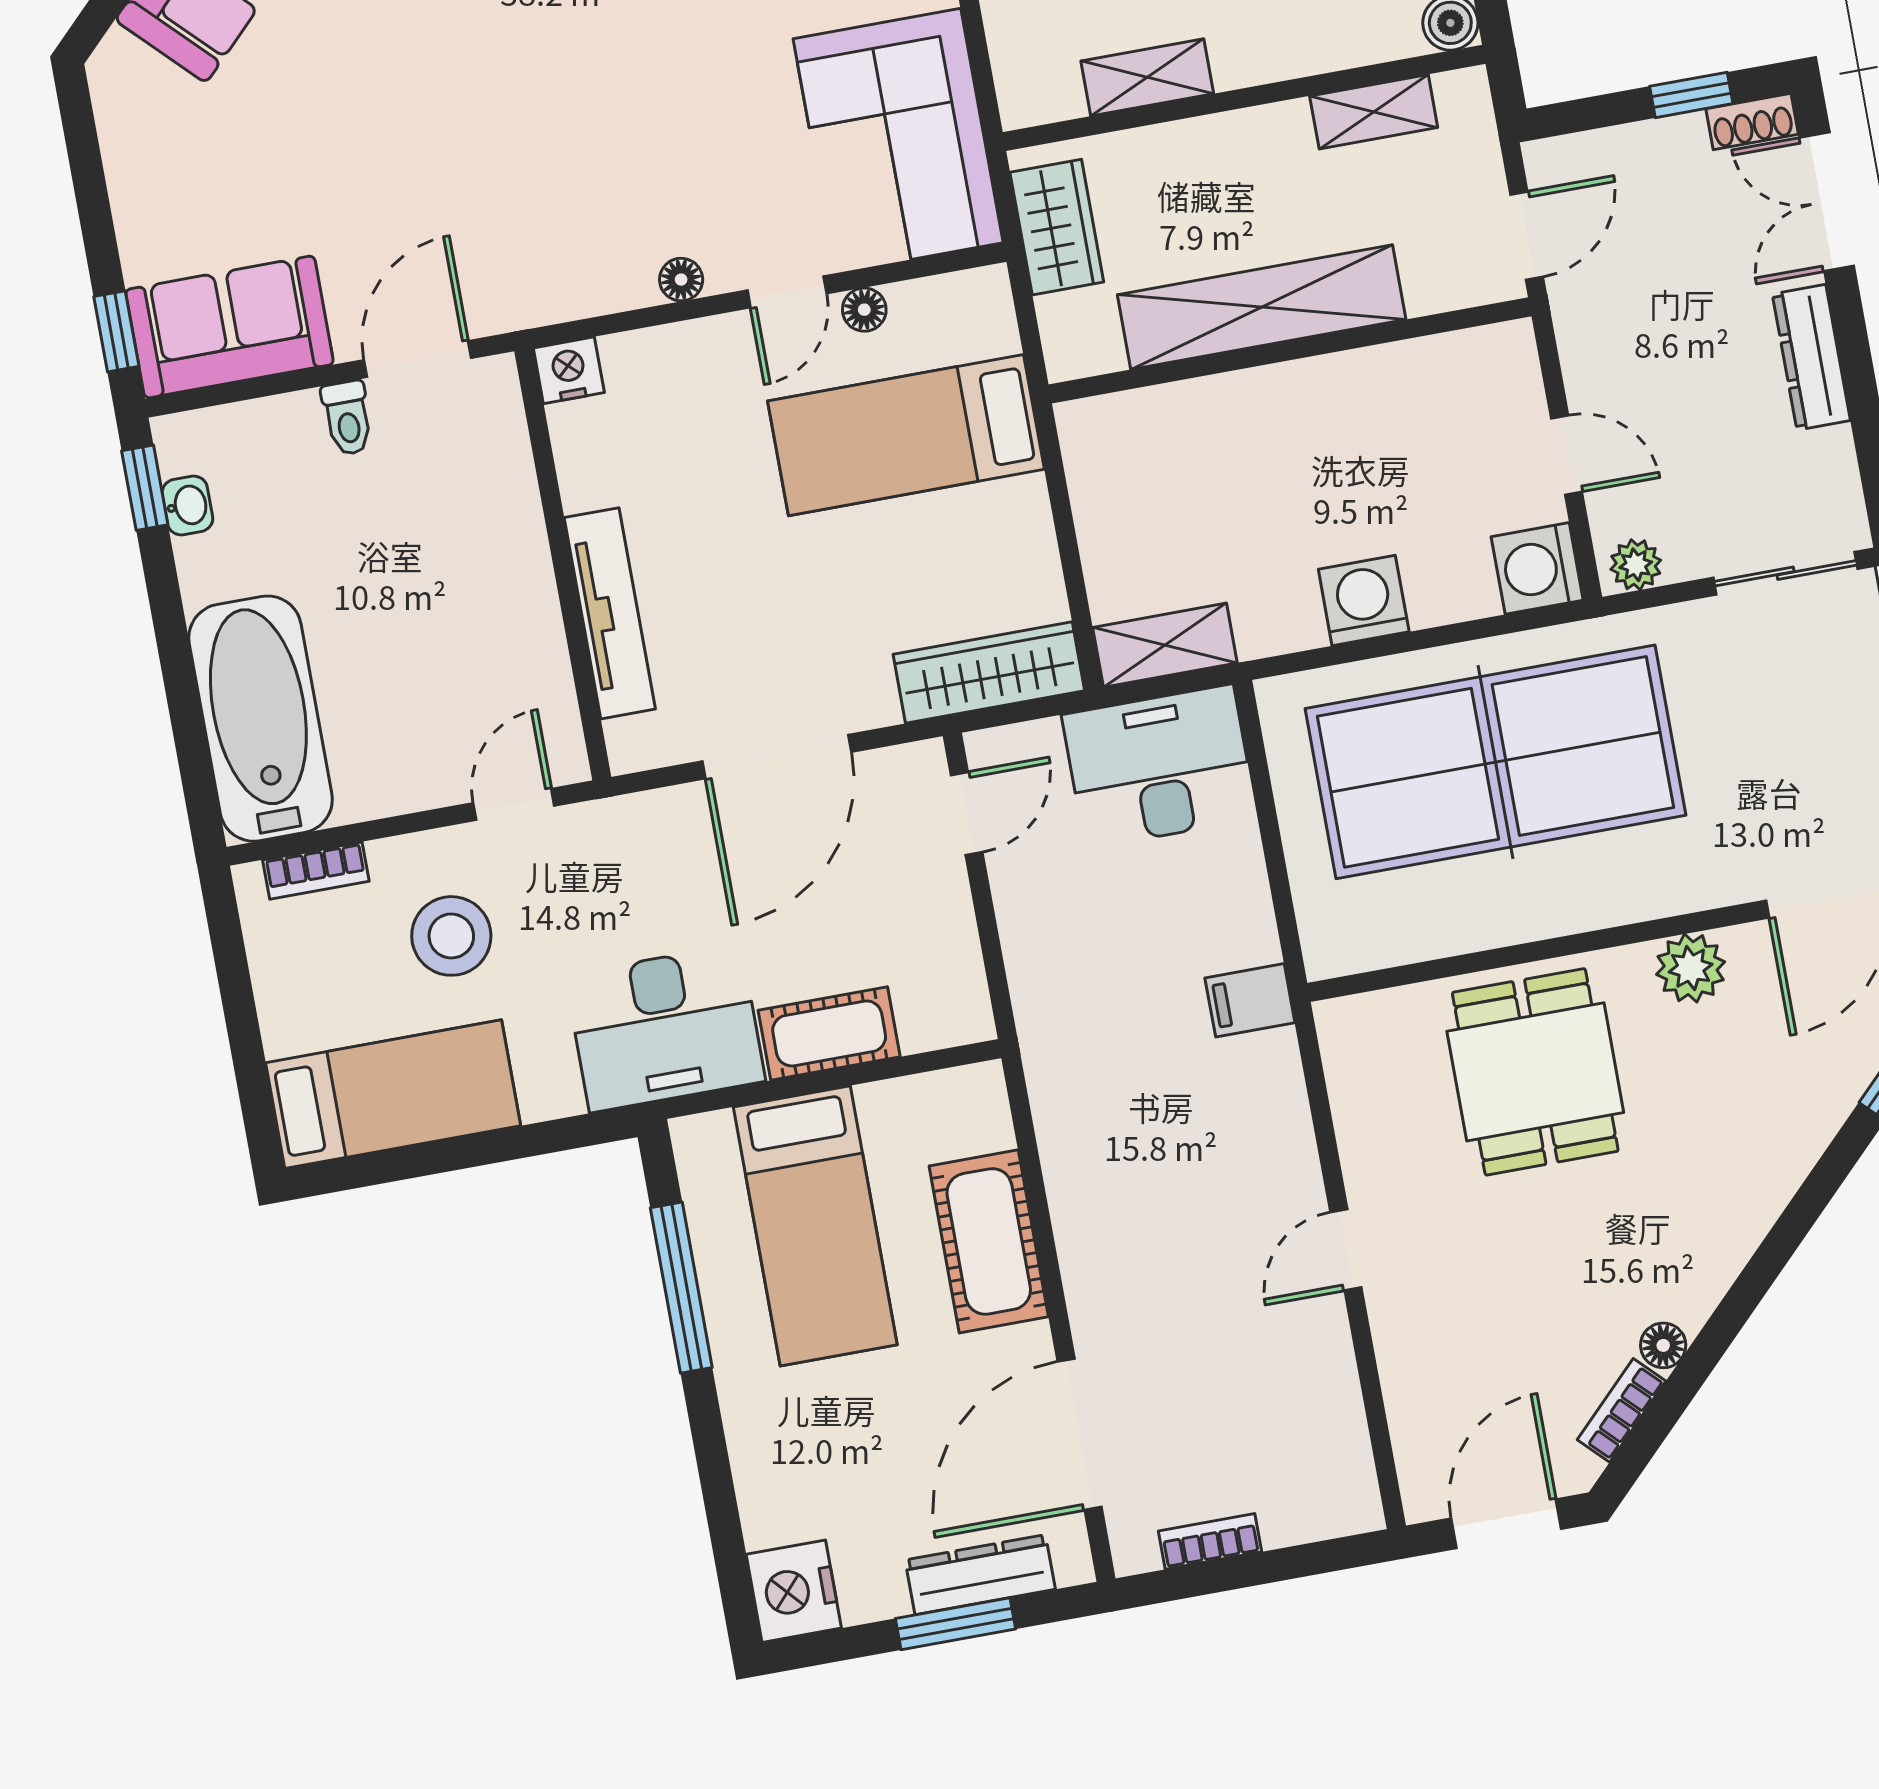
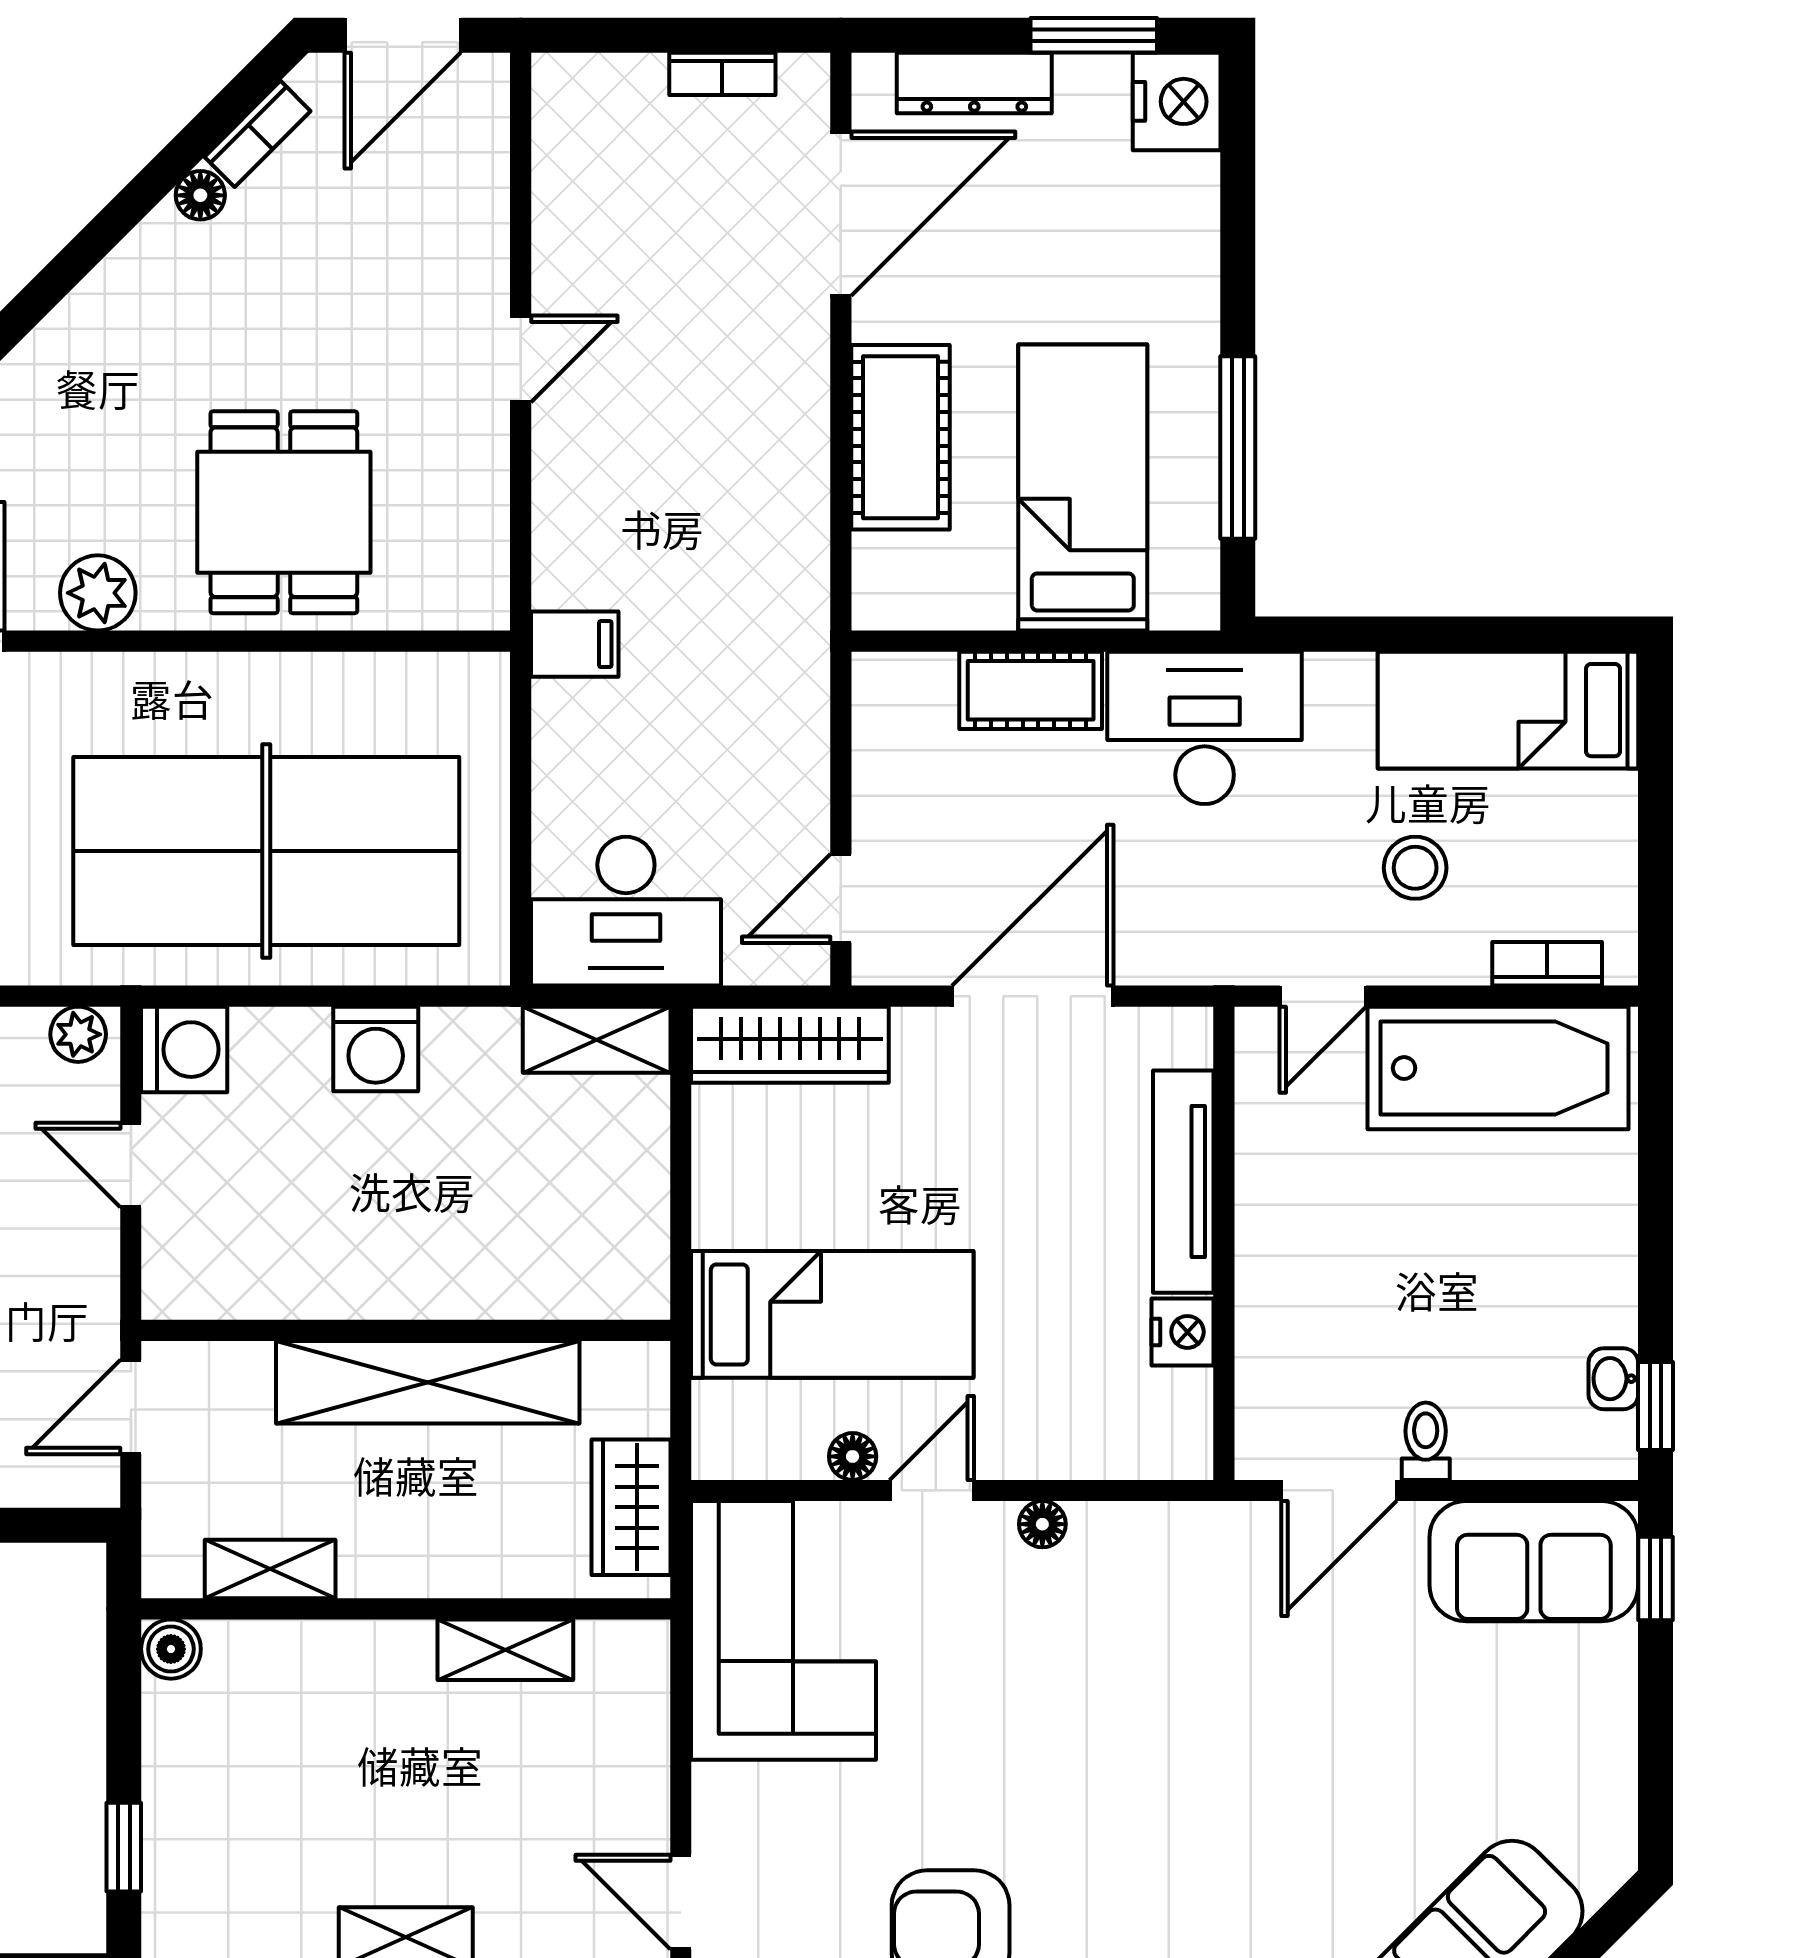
nightstand: (569, 370) -> (1183, 1332), moved, turned -90
bathtub: (261, 719) -> (1498, 1068), moved, turned -90
stool: (451, 936) -> (1415, 868), width x0.73, depth x0.73
window: (956, 1624) -> (1094, 35), moved

